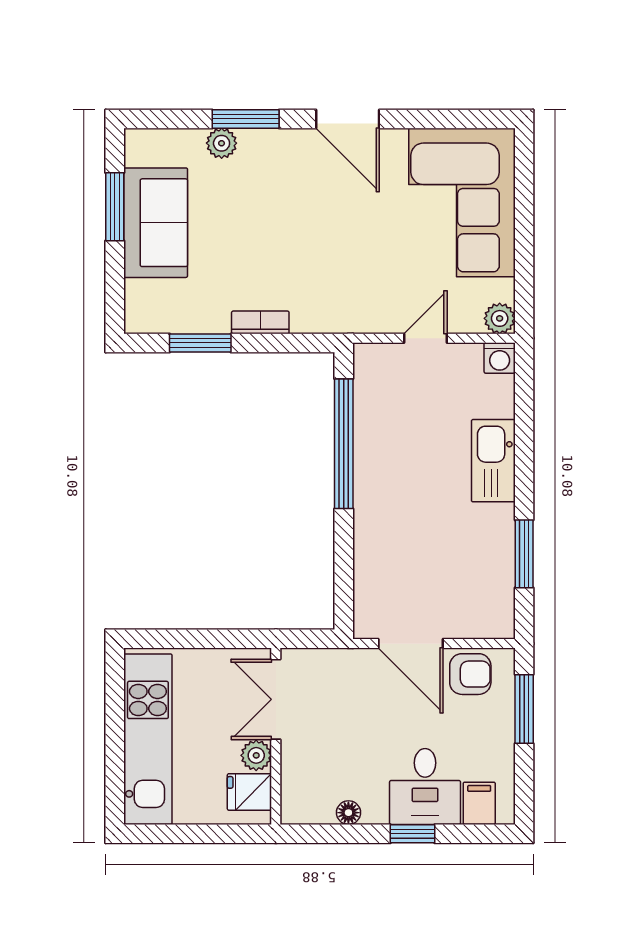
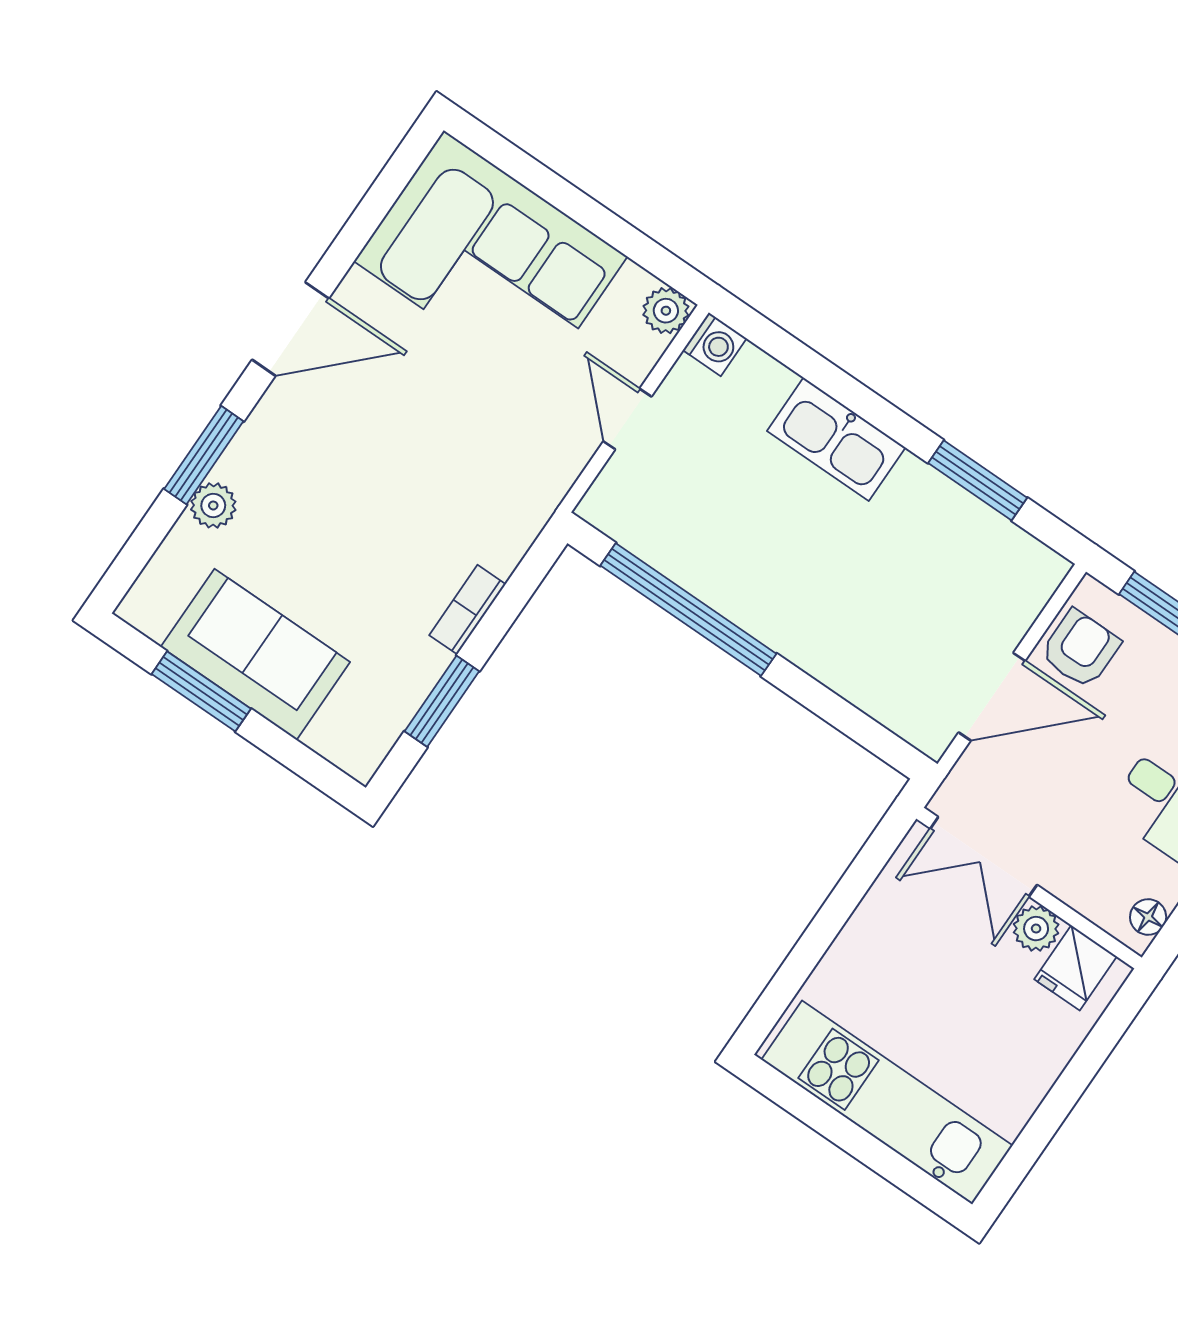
double door: (276, 699) -> (984, 857), moved
wall: (276, 736) -> (1029, 888), moved
plant: (256, 755) -> (1036, 929), moved
fridge: (249, 792) -> (1076, 968), moved

